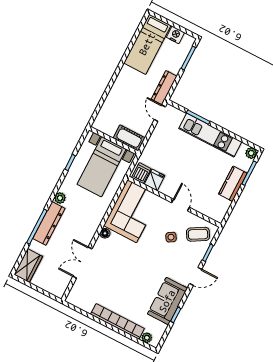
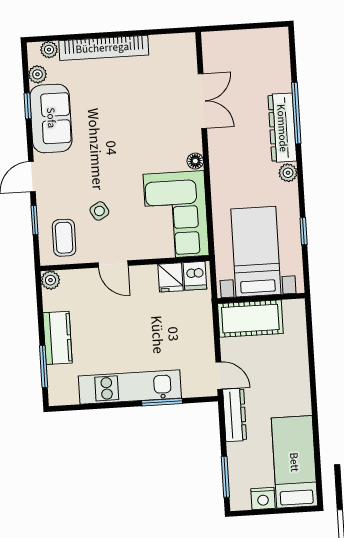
cot: (129, 138) -> (250, 319), width x1.37, depth x1.34
plant: (251, 153) -> (50, 280), moved
coffee table: (198, 234) -> (64, 238), turned -60
wardrobe: (28, 266) -> (276, 51), removed
plant: (161, 328) -> (37, 74), added

